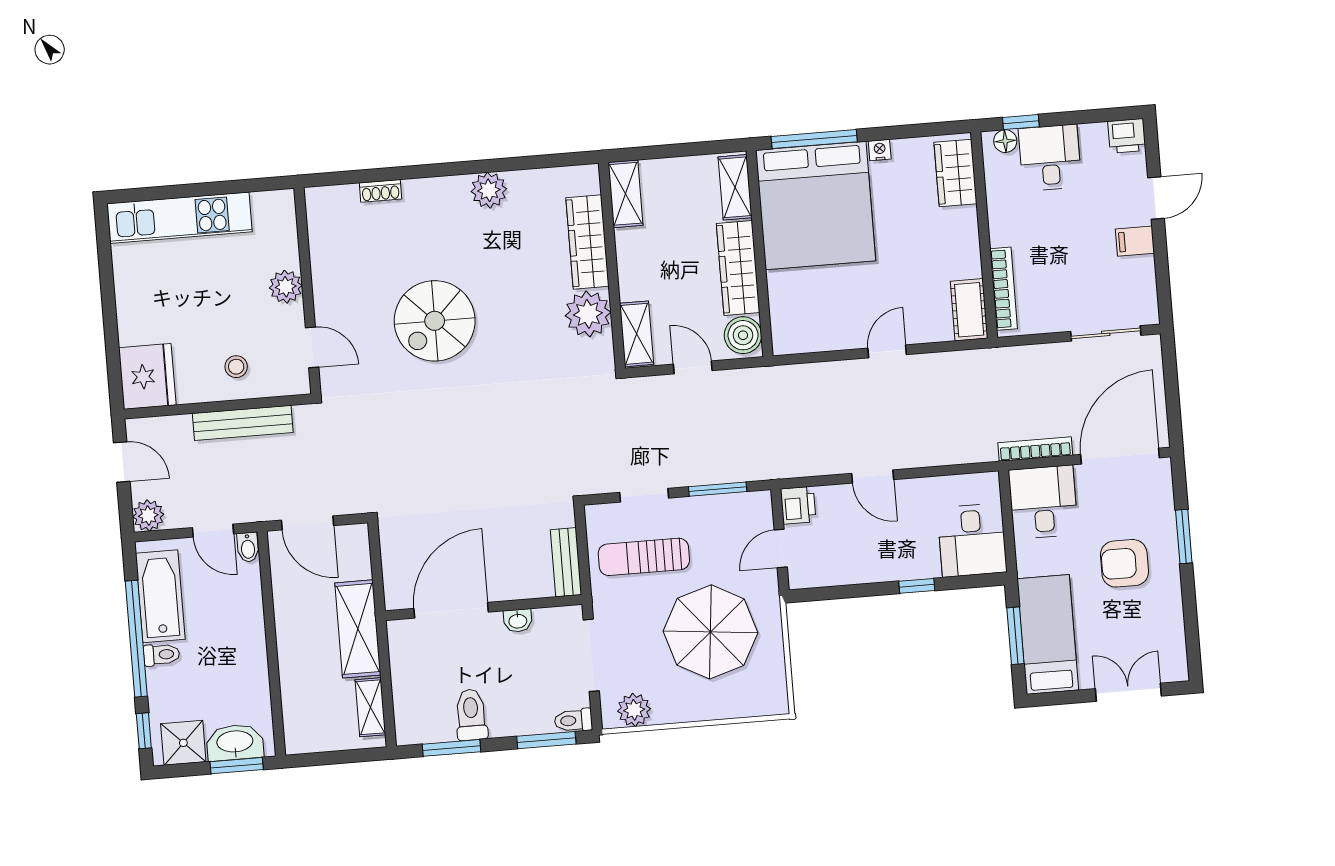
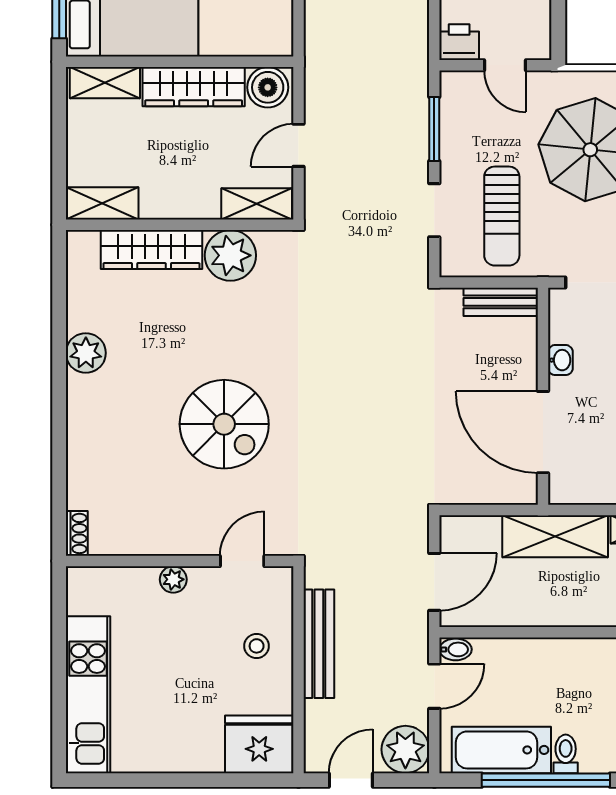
shoe rack: (380, 191) -> (77, 533), moved
plant: (286, 287) -> (173, 579), width x0.73, depth x0.73
plant: (148, 515) -> (405, 749), width x1.36, depth x1.36

